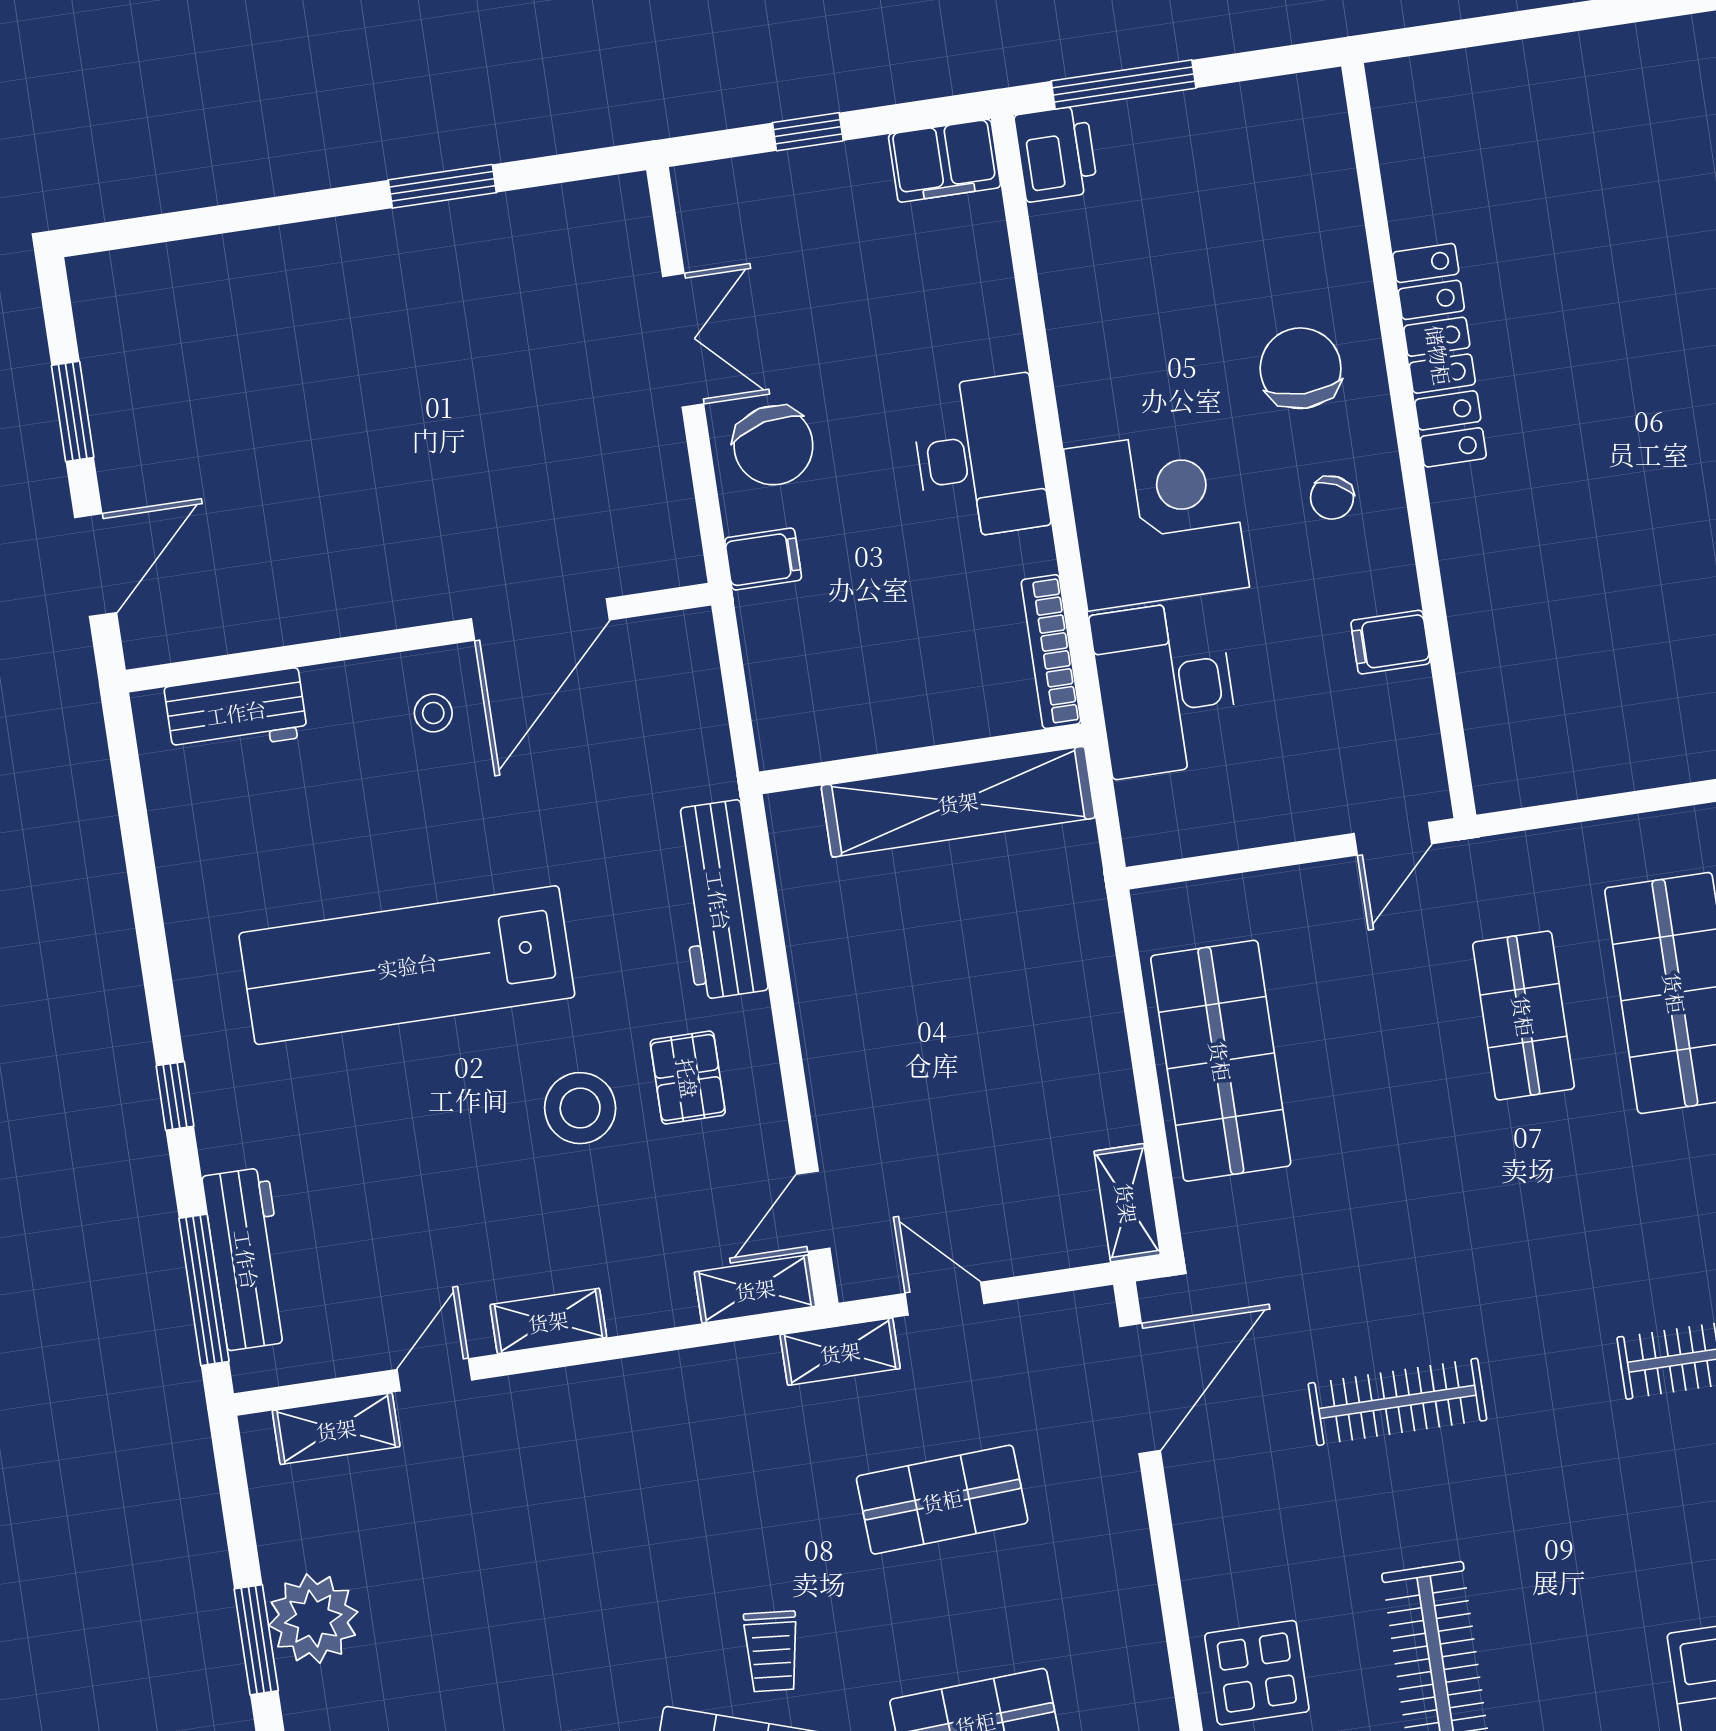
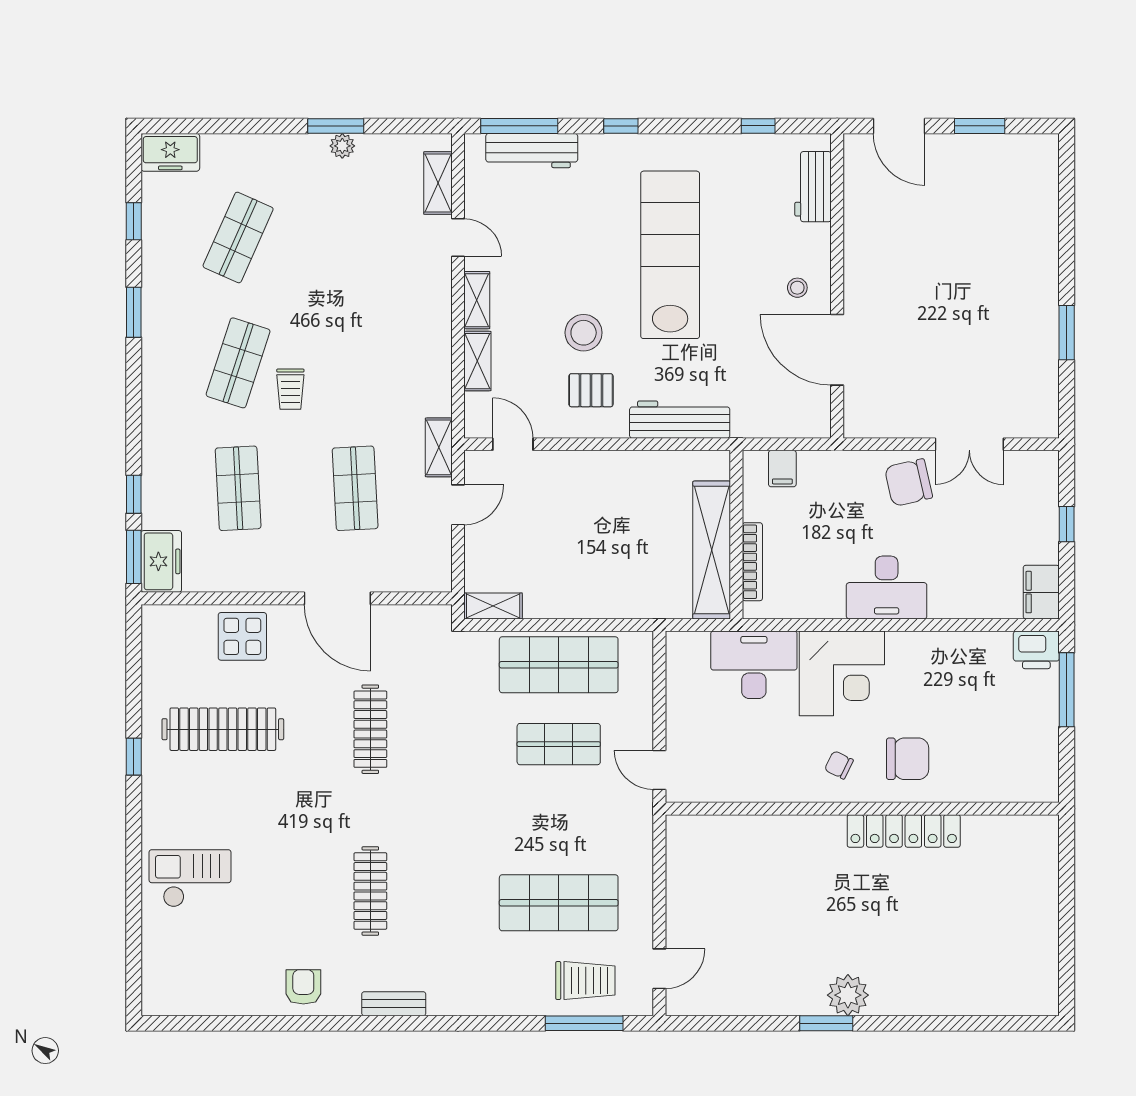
filing cabinet: (763, 559) -> (782, 469), moved
filing cabinet: (1390, 642) -> (760, 784), removed
bookcase: (1051, 652) -> (752, 562), moved, turned 90
window: (136, 834) -> (758, 126), added
shop shelf: (1524, 1016) -> (559, 744), moved
shelving: (755, 1289) -> (477, 361), moved
door: (1140, 1388) -> (337, 598), moved
plant: (313, 1619) -> (342, 146), width x0.53, depth x0.53
trolley: (772, 1651) -> (290, 389), turned -95

